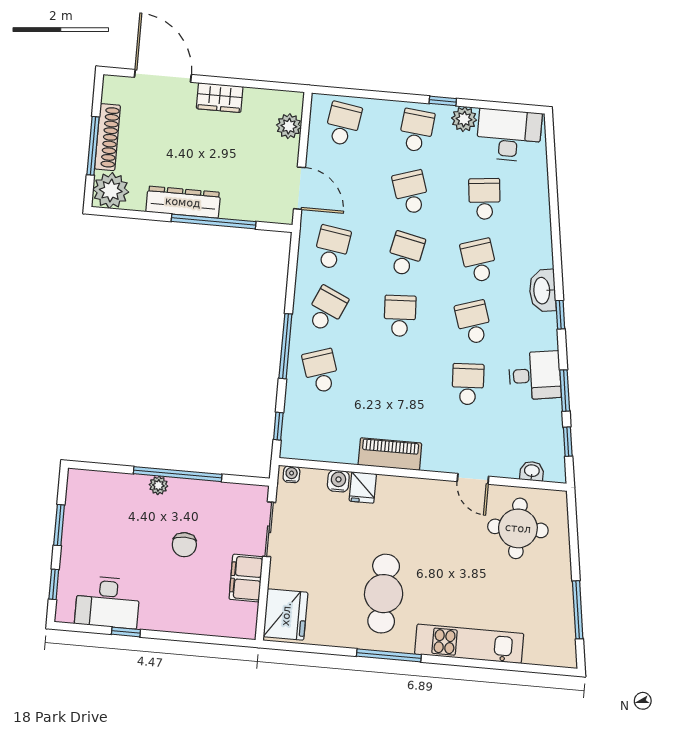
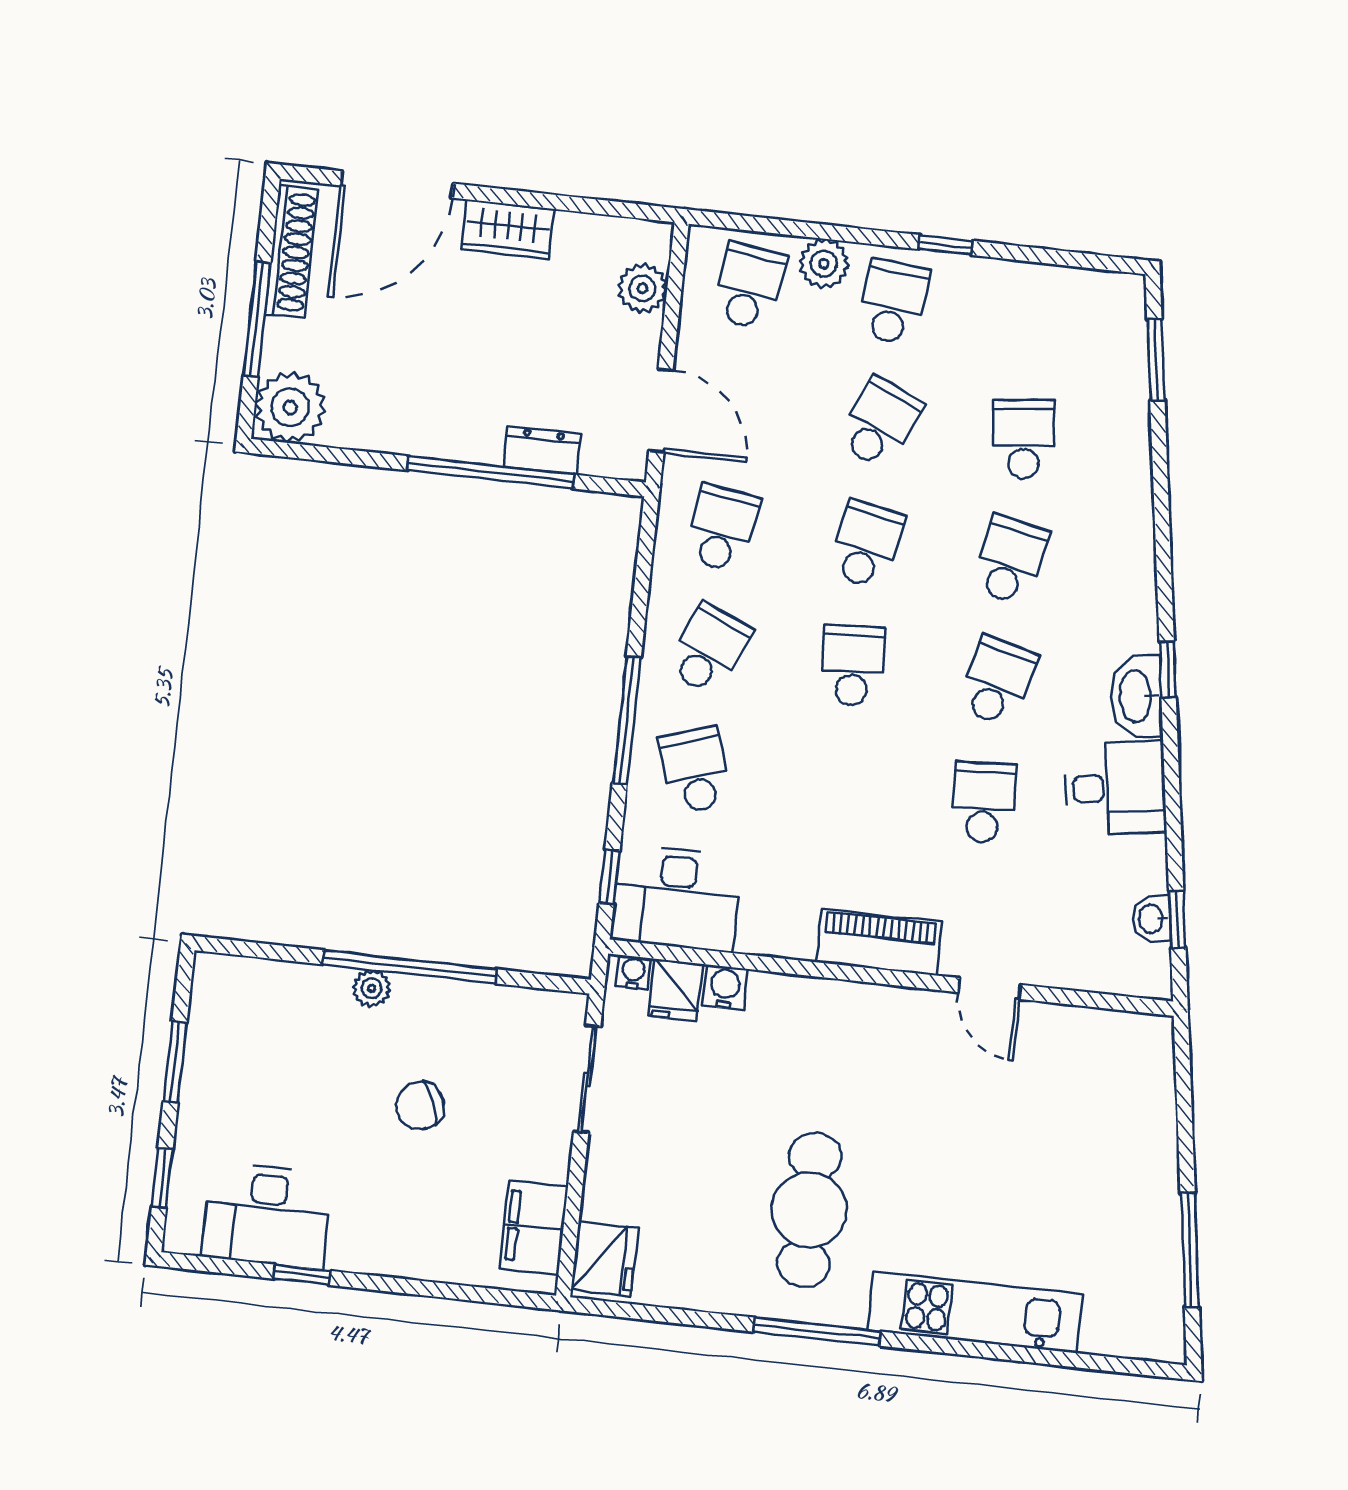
door: (163, 76) -> (397, 185), swing flipped
plant: (464, 119) -> (824, 264), moved
desk: (509, 135) -> (676, 898), moved, turned 180
shoe rack: (108, 137) -> (292, 252), moved
school desk: (411, 192) -> (880, 423), turned 42
dresser: (183, 202) -> (542, 450), moved, width x0.51, depth x0.80
school desk: (479, 261) -> (1010, 560), turned 30
washbasin: (543, 291) -> (1137, 696), moved
school desk: (473, 322) -> (997, 681), turned 33
window: (565, 391) -> (1156, 360), moved
piano: (390, 454) -> (879, 942), moved
washbasin: (532, 471) -> (1152, 919), moved, turned -98
fridge: (363, 487) -> (676, 990), moved
round table: (518, 528) -> (1076, 1088), removed
chair: (184, 545) -> (420, 1106), turned 68
filing cabinet: (246, 578) -> (534, 1227), moved
fridge: (286, 614) -> (604, 1258), width x0.73, depth x0.75

